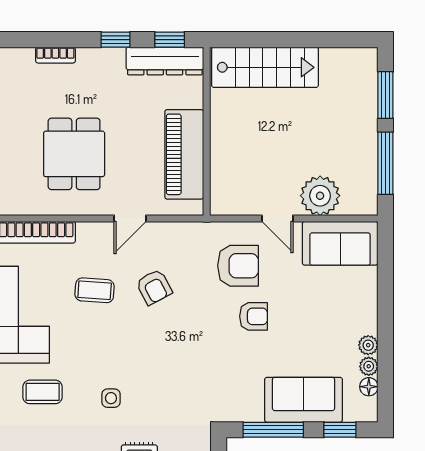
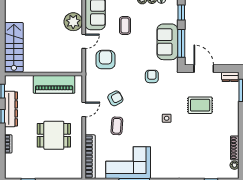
dresser: (165, 61) -> (11, 109), moved
door: (130, 219) -> (84, 109), hinge flipped
armchair: (254, 316) -> (152, 76), moved
coffee table: (43, 392) -> (125, 26), moved
sofa: (304, 400) -> (167, 42), moved

